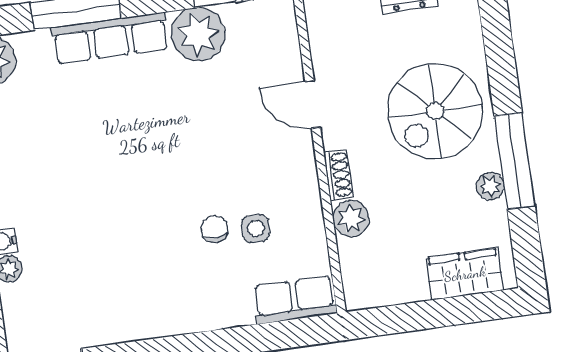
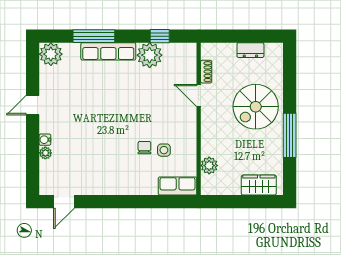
shoe rack: (338, 175) -> (206, 72), moved
plant: (490, 186) -> (277, 145), removed
plant: (351, 219) -> (209, 166), moved

